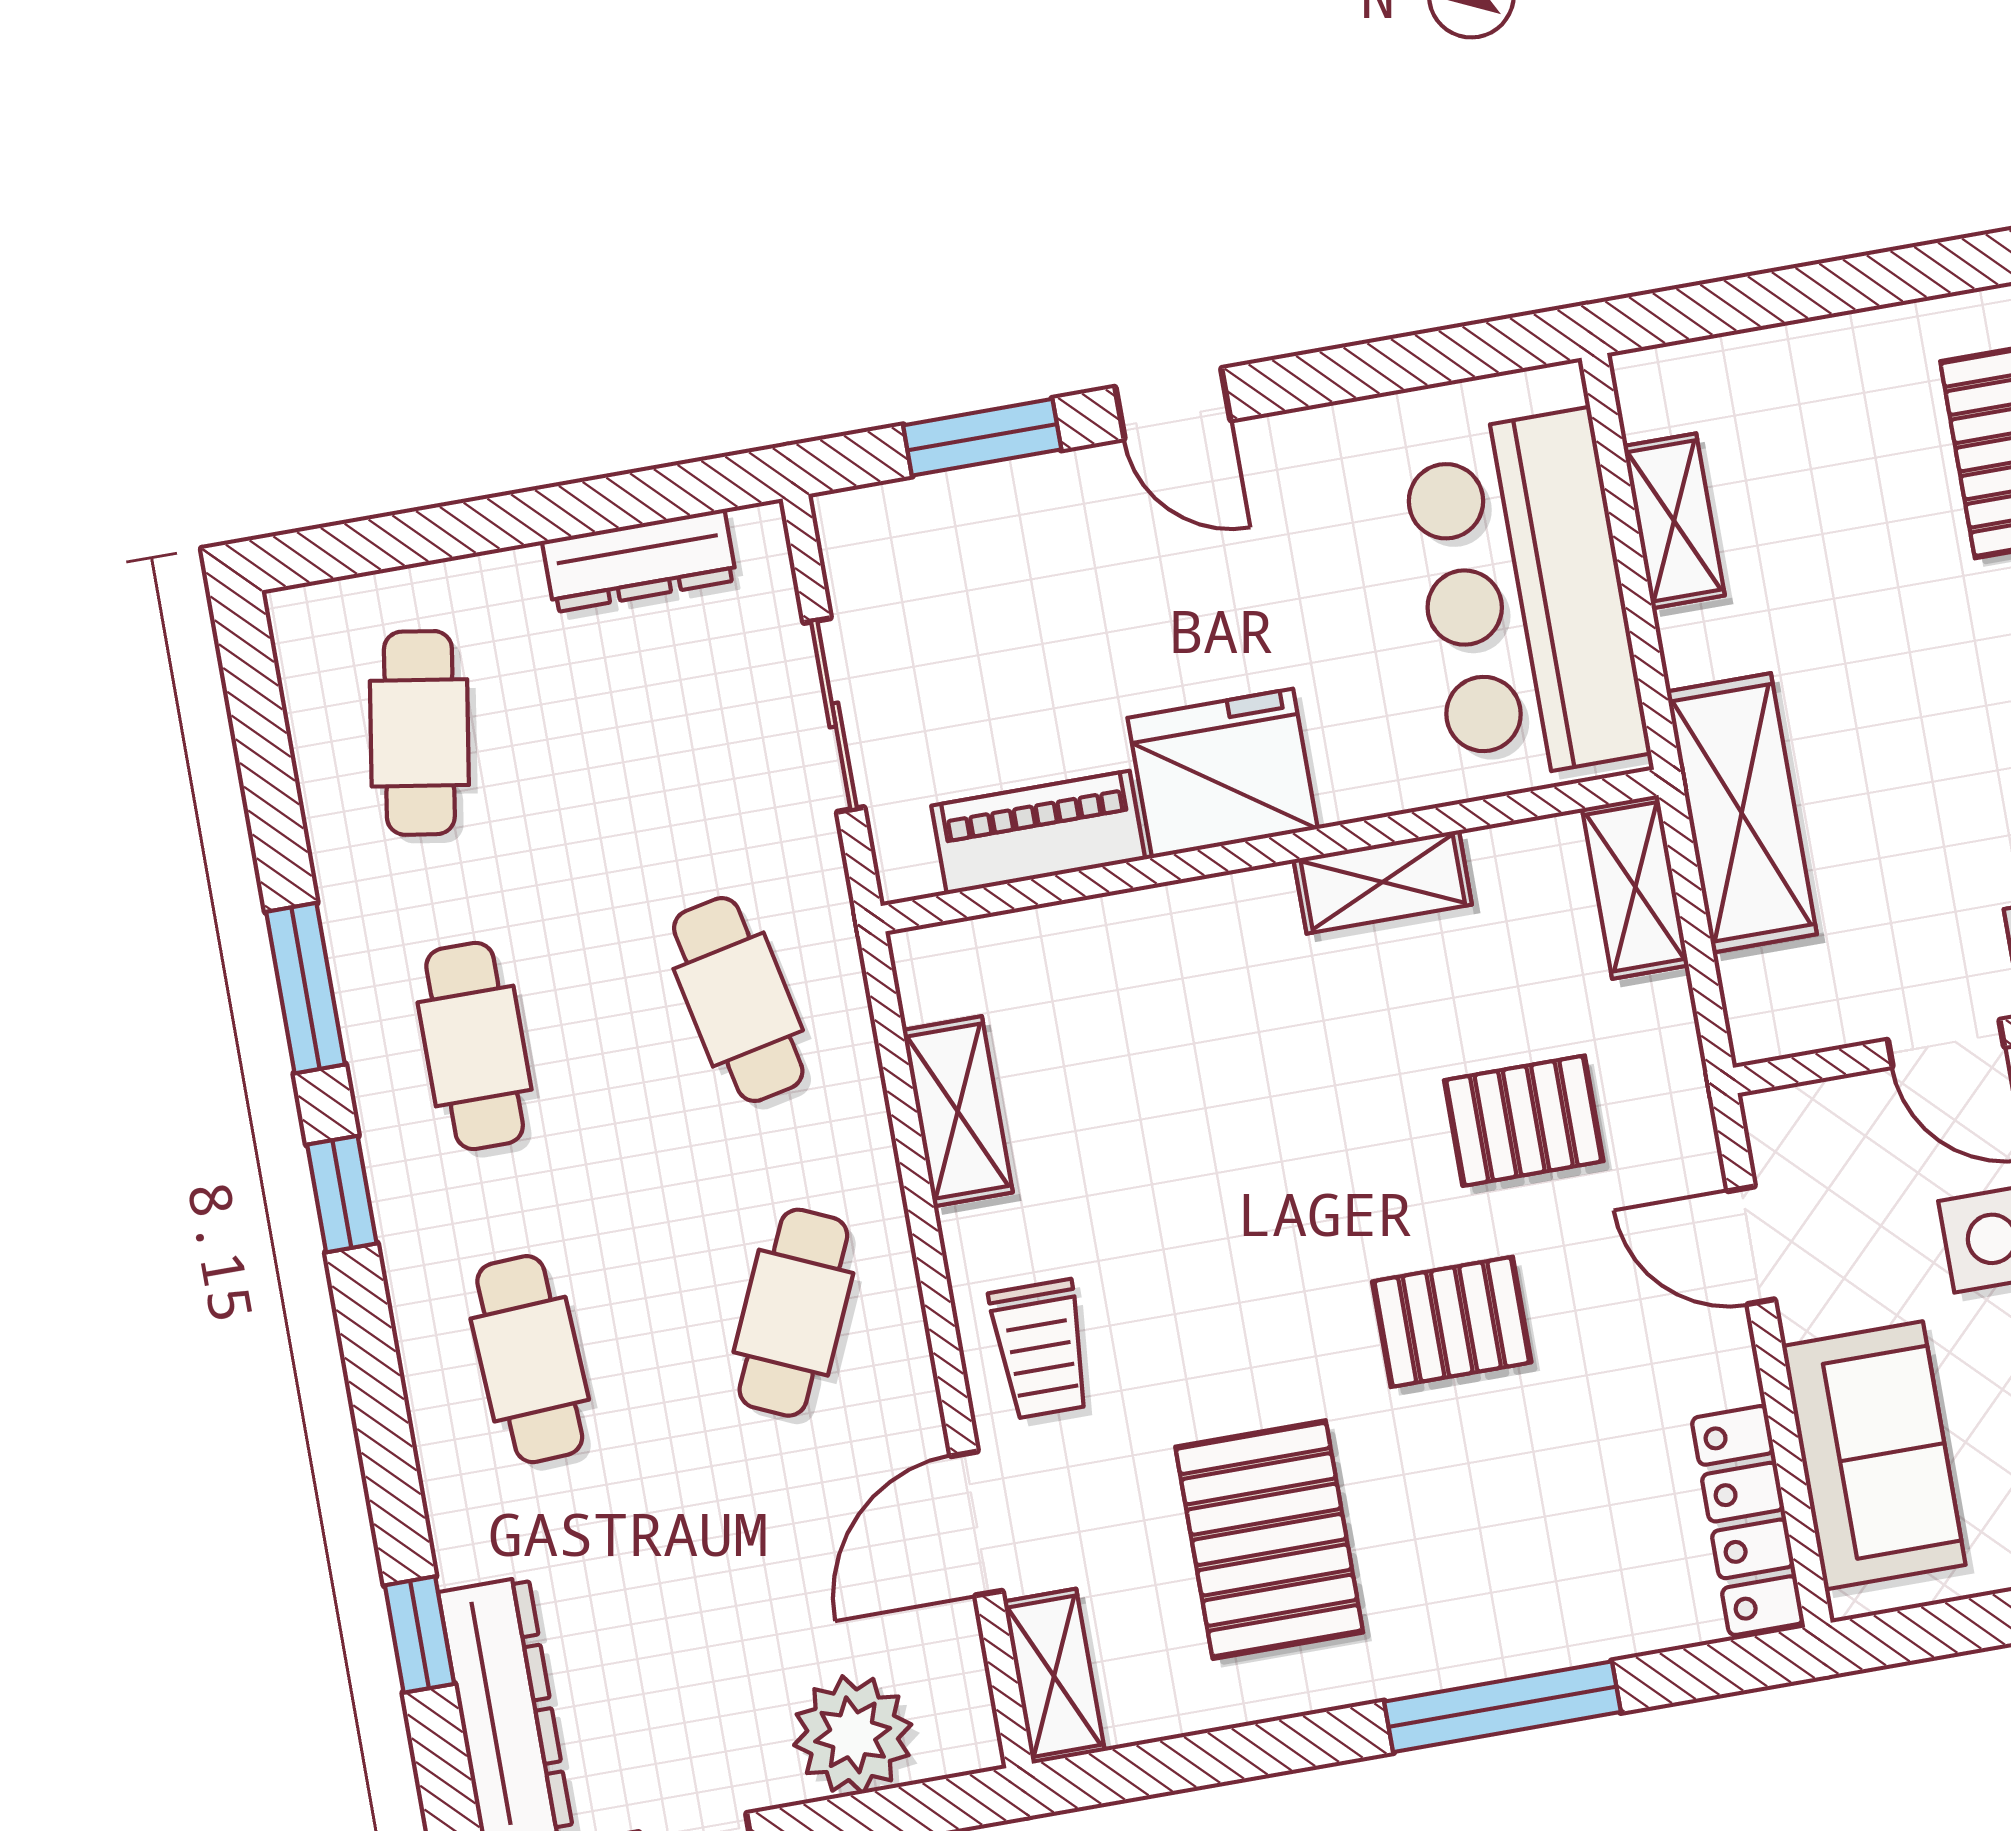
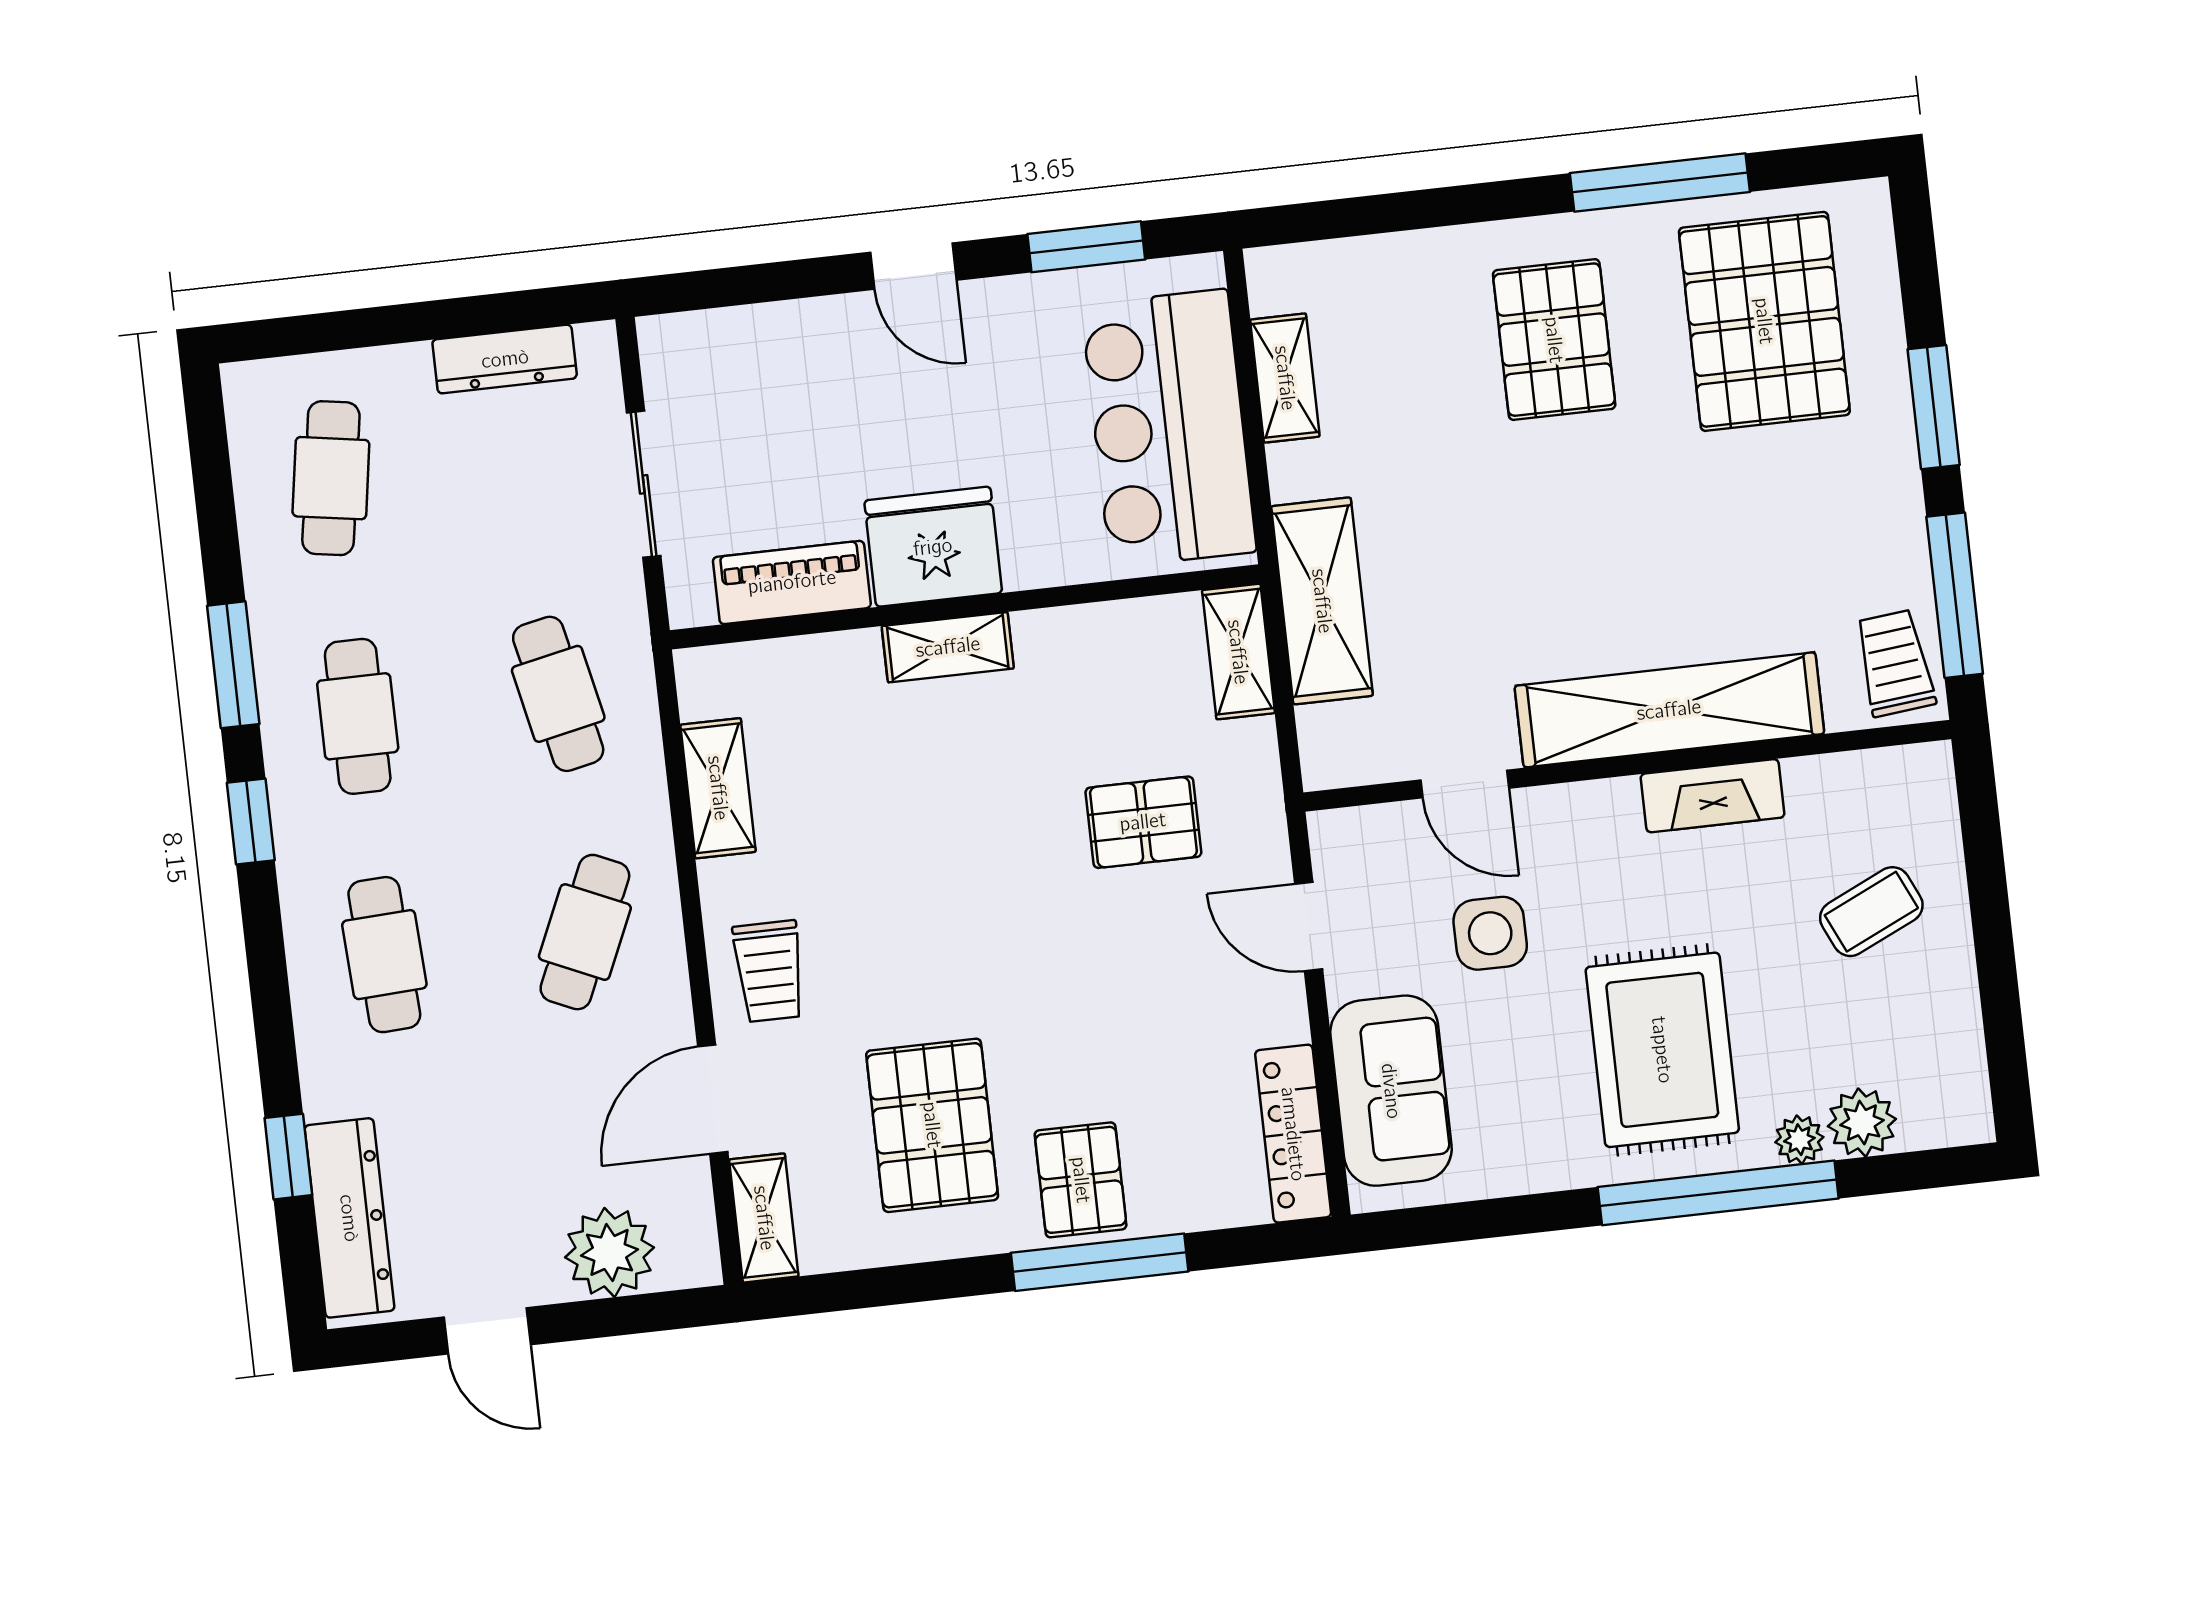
window: (982, 437) -> (1086, 247), moved
shelving: (1383, 882) -> (948, 647), moved
pallet: (1452, 1322) -> (1081, 1180), moved, turned 90

